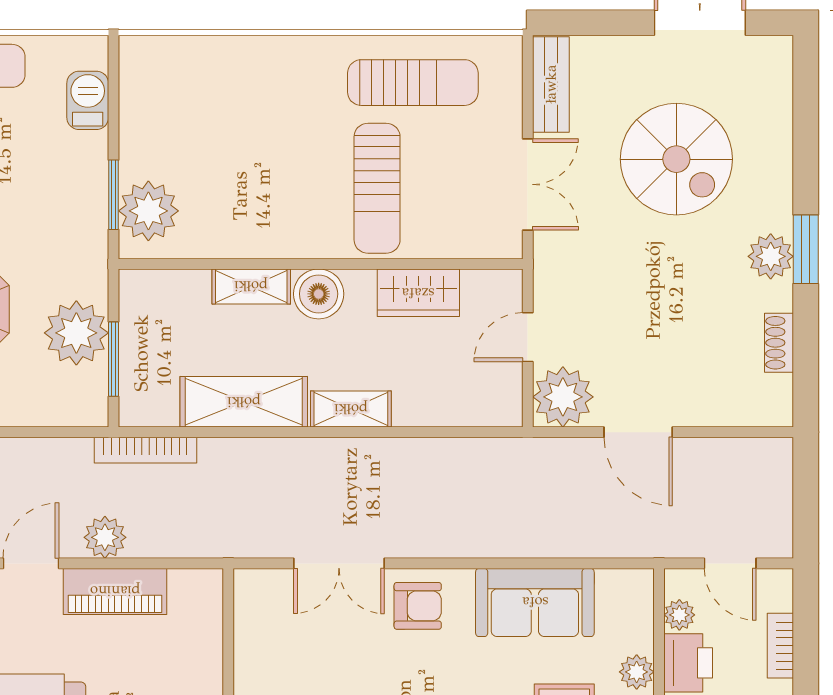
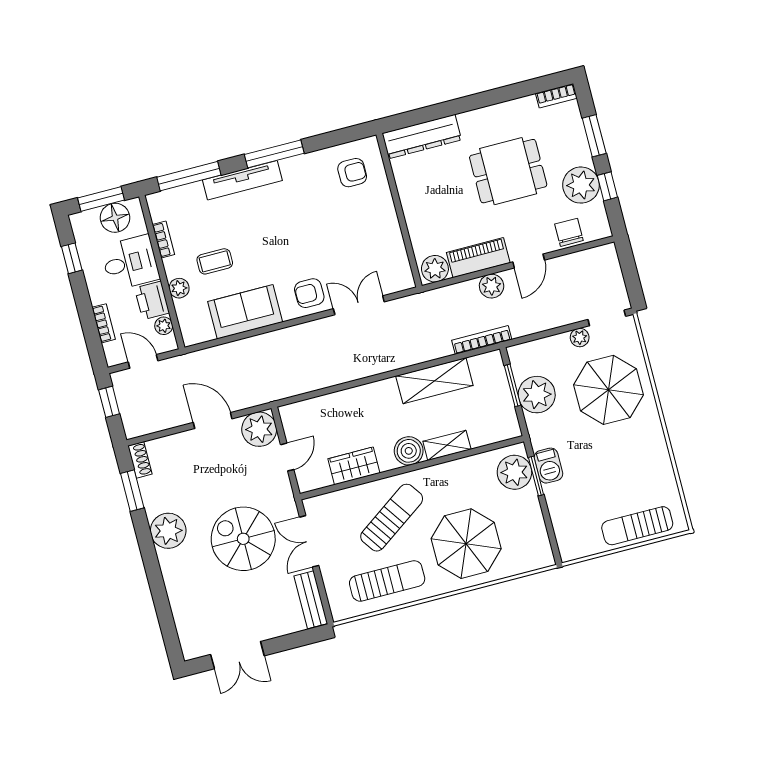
sun lounger: (413, 83) -> (387, 581), turned 180
barbecue: (88, 100) -> (548, 466), moved
parasol: (262, 111) -> (466, 544), added
spiral stairs: (676, 159) -> (243, 539), moved
sun lounger: (377, 188) -> (392, 518), turned 55
window: (806, 249) -> (132, 491), moved
plant: (771, 256) -> (168, 531), width x1.36, depth x1.36
shoe rack: (779, 343) -> (140, 460), moved
shelving: (351, 409) -> (374, 392), removed
window: (806, 510) -> (109, 402), added
plant: (193, 592) -> (435, 269), added

